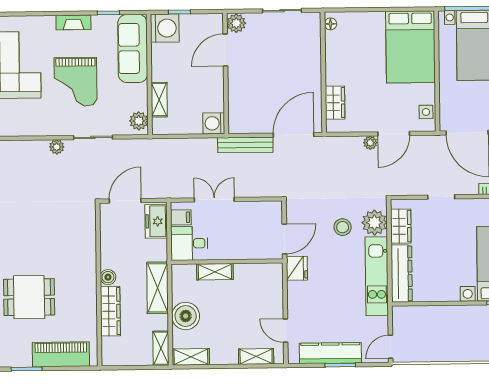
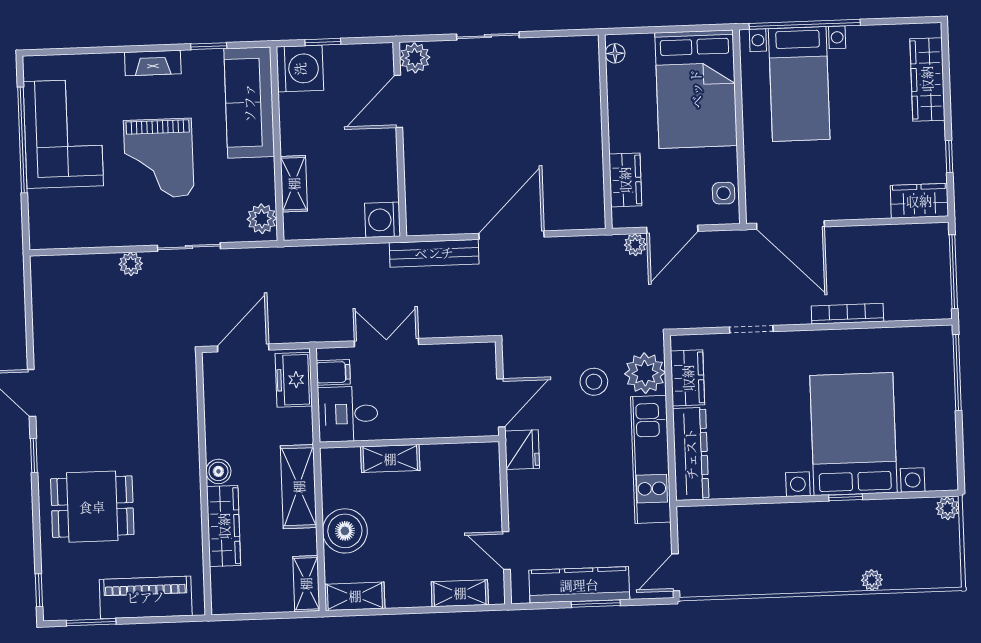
floor lamp: (330, 24) -> (615, 53), moved
wall: (323, 72) -> (605, 132), moved
wardrobe: (335, 103) -> (625, 180), moved

